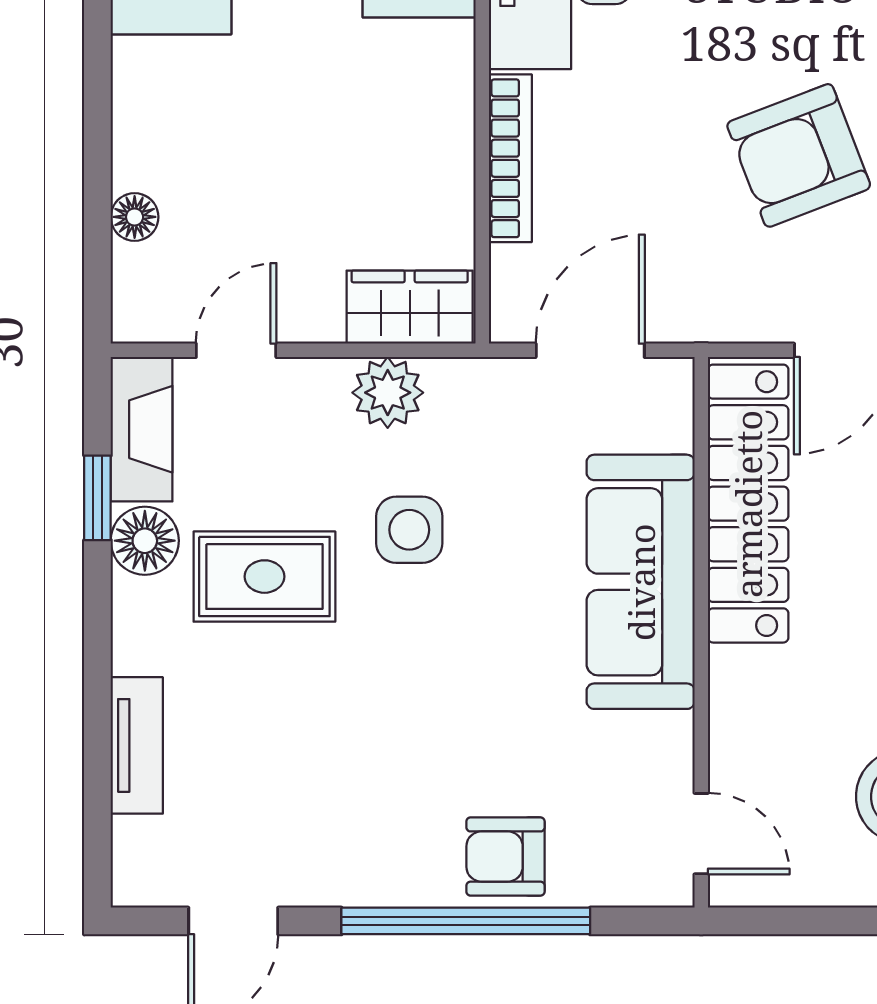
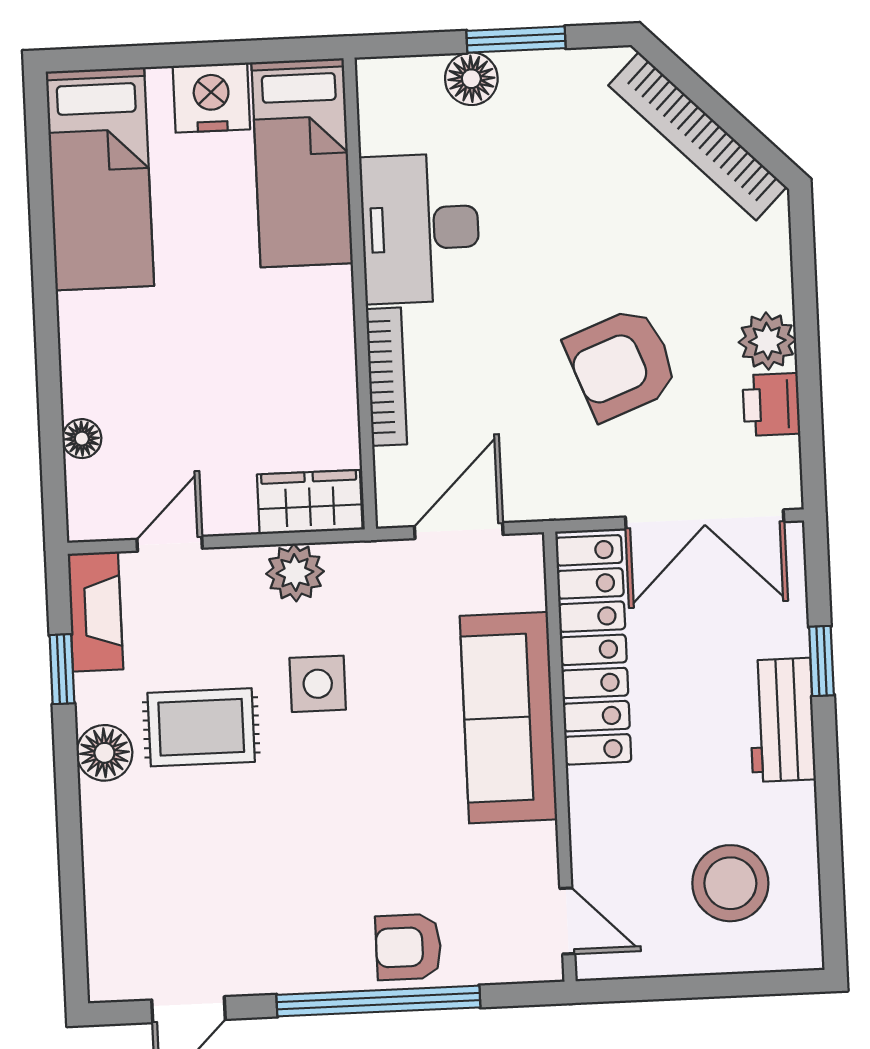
floor lamp: (145, 541) -> (104, 753), moved
tv unit: (137, 745) -> (103, 870), removed

